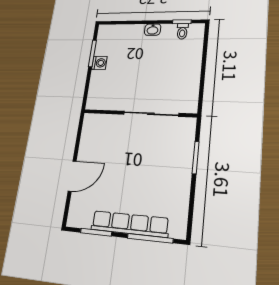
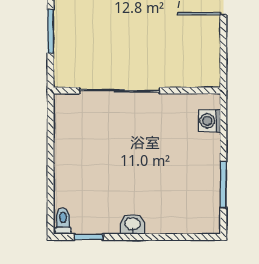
toilet: (182, 31) -> (63, 221), moved
washing machine: (99, 63) -> (209, 121), moved

